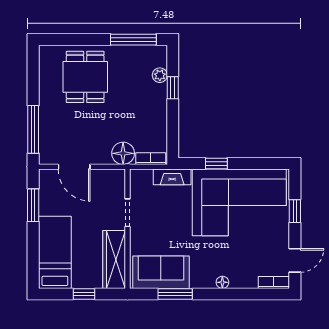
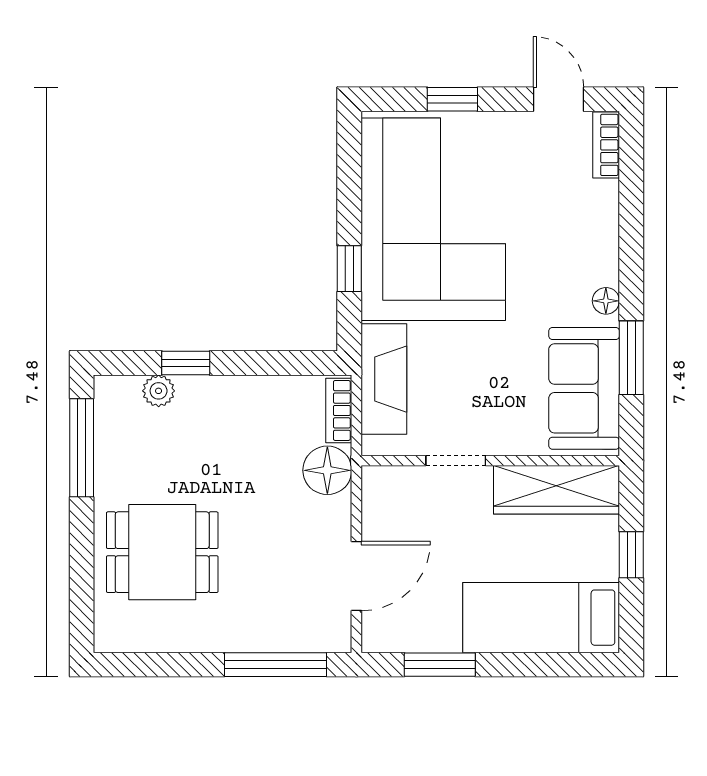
fireplace: (172, 177) -> (384, 379), width x1.37, depth x1.32
floor lamp: (222, 282) -> (606, 301), moved

